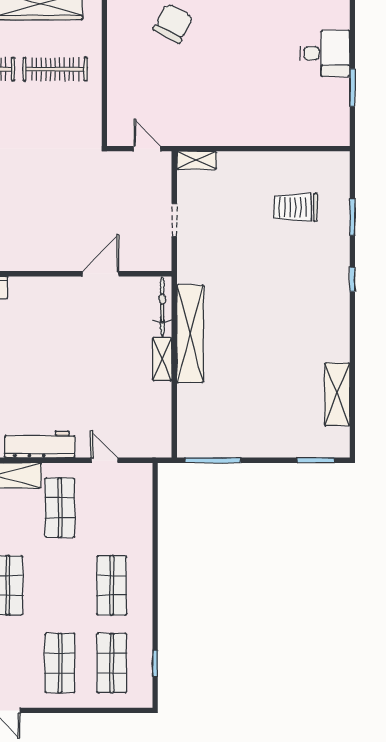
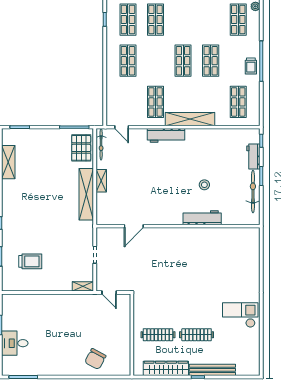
bicycle: (162, 306) -> (101, 144), moved
pallet: (200, 421) -> (81, 148), added
door: (104, 460) -> (122, 127), moved

